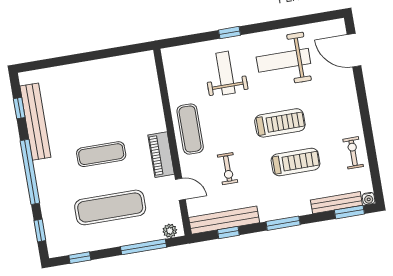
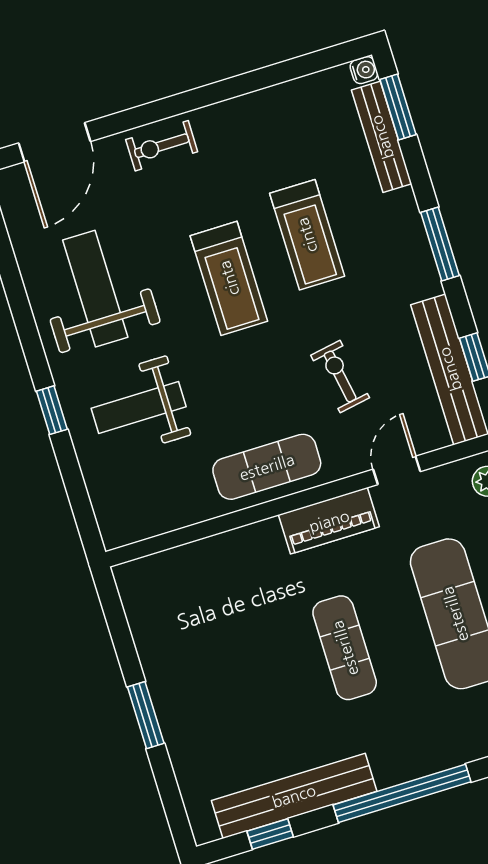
window: (82, 58) -> (146, 715), added
weight bench: (283, 60) -> (95, 289), turned 180
treadmill: (280, 123) -> (229, 278), turned 180
exercise bike: (353, 153) -> (162, 146), moved
treadmill: (295, 162) -> (307, 235), turned 180
exercise bike: (228, 169) -> (340, 376), turned -100

